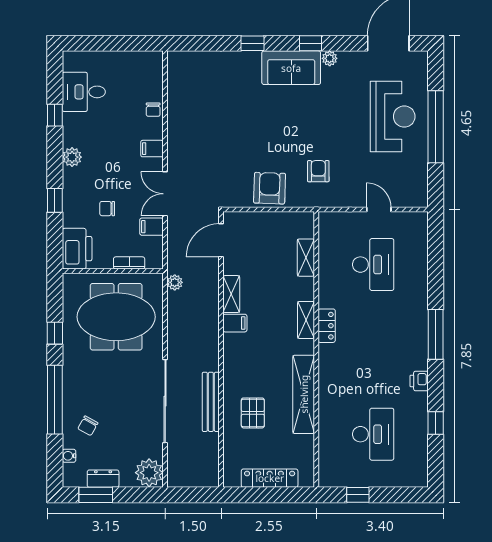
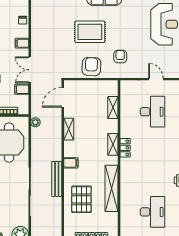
rug: (267, 129) -> (90, 32), added
filing cabinet: (235, 323) -> (71, 163), moved
bench: (211, 402) -> (57, 179), moved
pallet: (253, 413) -> (81, 199), width x1.50, depth x1.42

